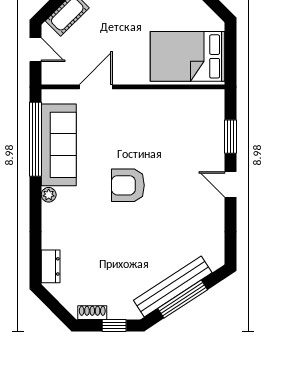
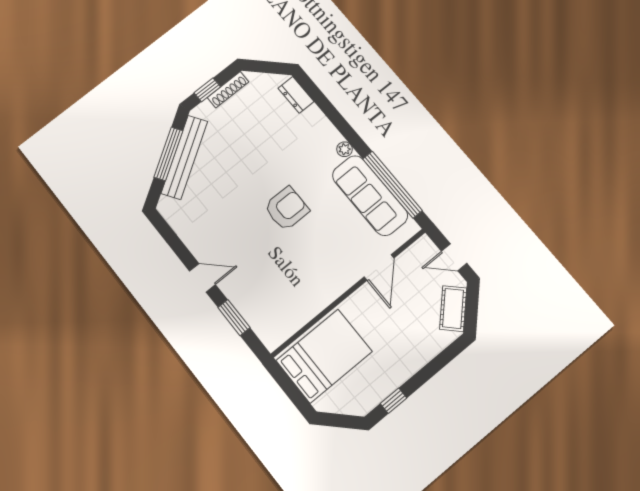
shoe rack: (92, 313) -> (228, 90), width x1.43

